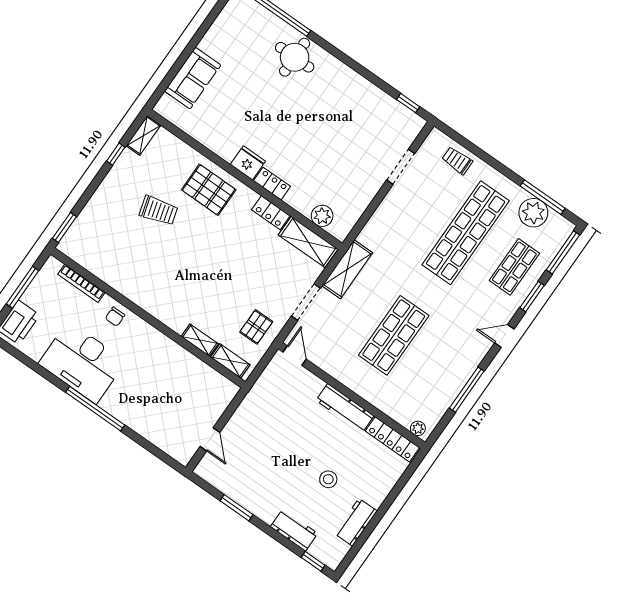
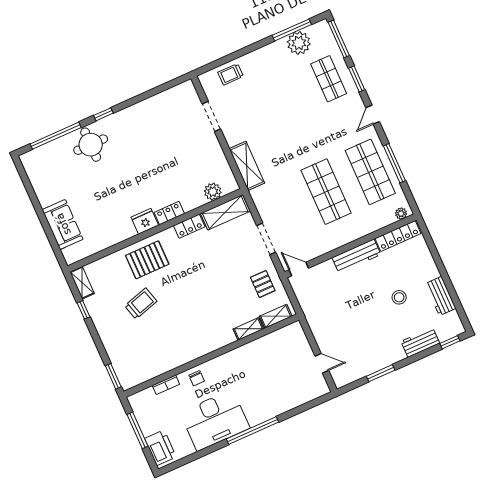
window: (408, 103) -> (103, 114), moved
shop shelf: (466, 233) -> (370, 172), moved, width x0.71
shelving: (347, 269) -> (247, 166), moved
bookcase: (81, 283) -> (166, 385), width x0.64

